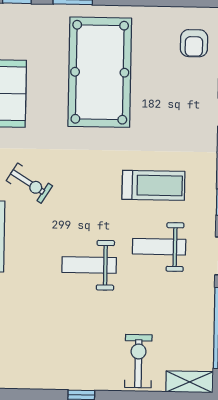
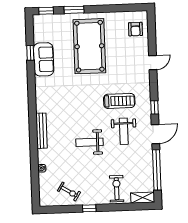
exercise bike: (29, 183) -> (69, 192), moved
weight bench: (159, 247) -> (124, 131), turned -90

